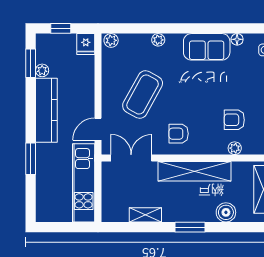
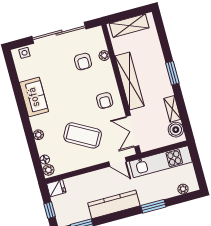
floor lamp: (237, 39) -> (45, 159), moved
plant: (42, 70) -> (183, 189), moved
boiler: (226, 212) -> (176, 130), moved

